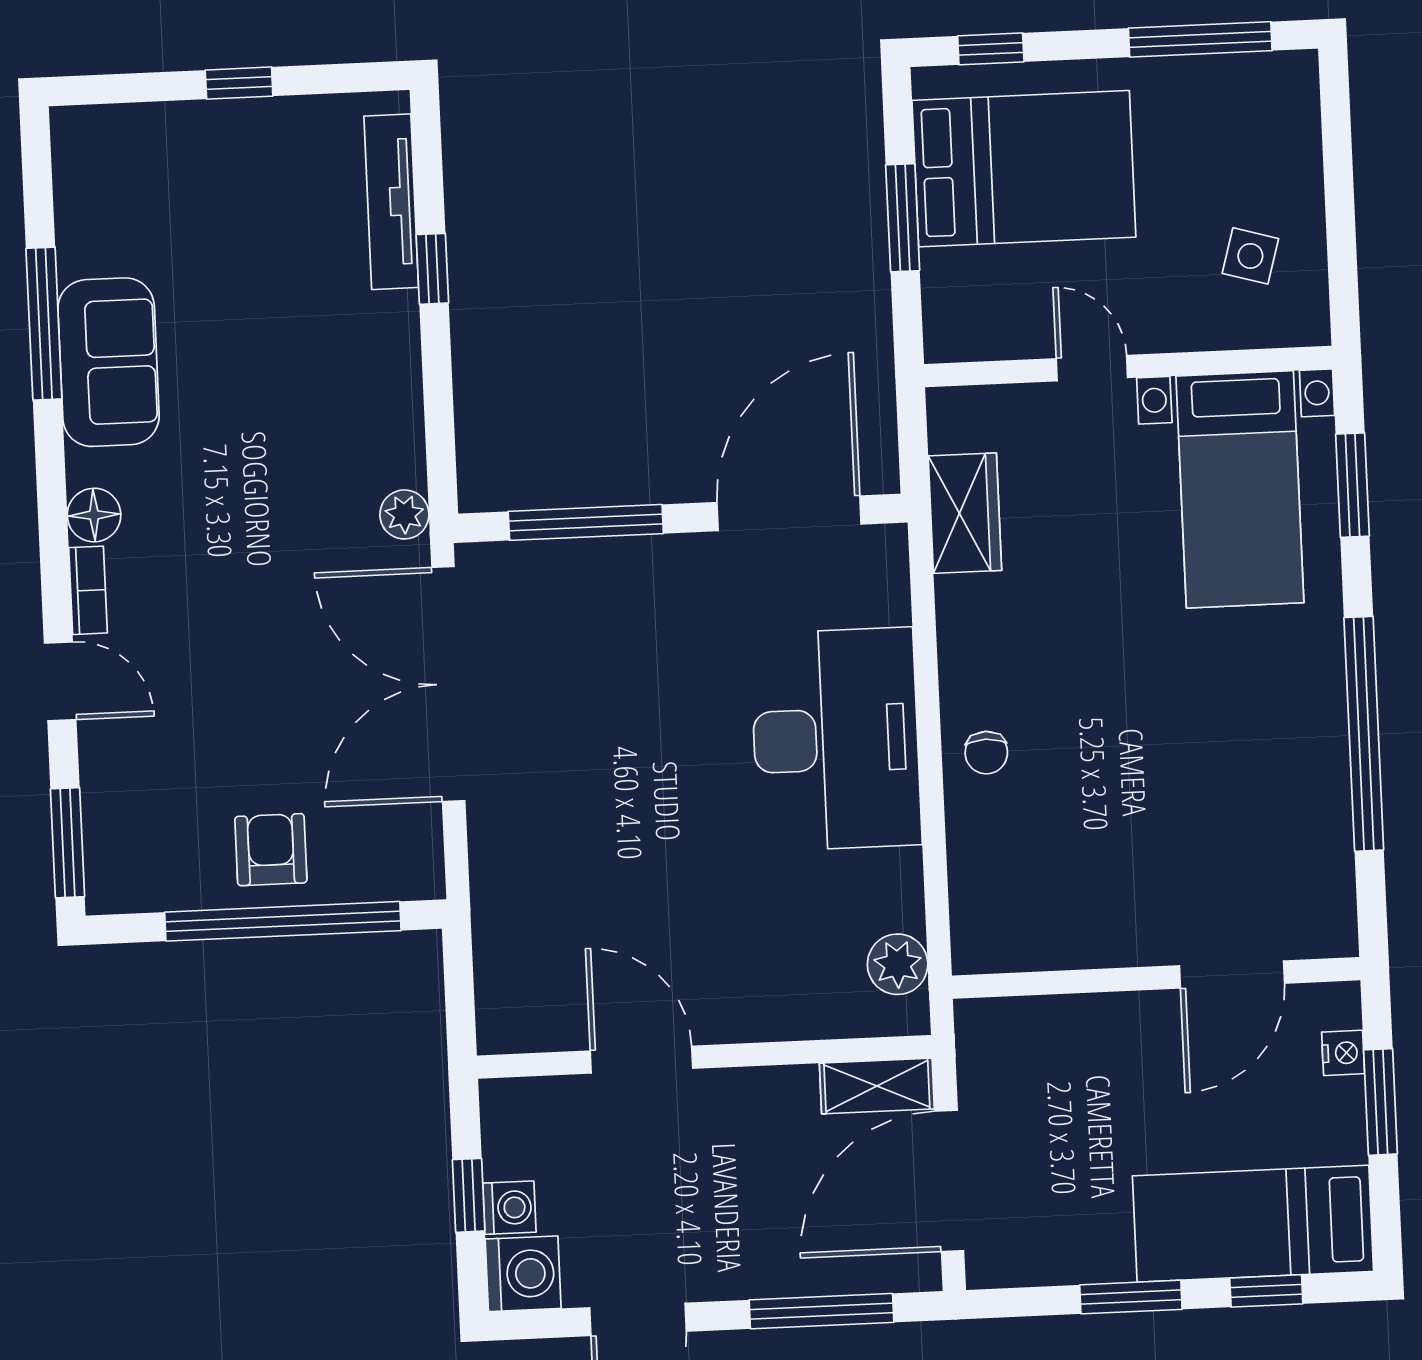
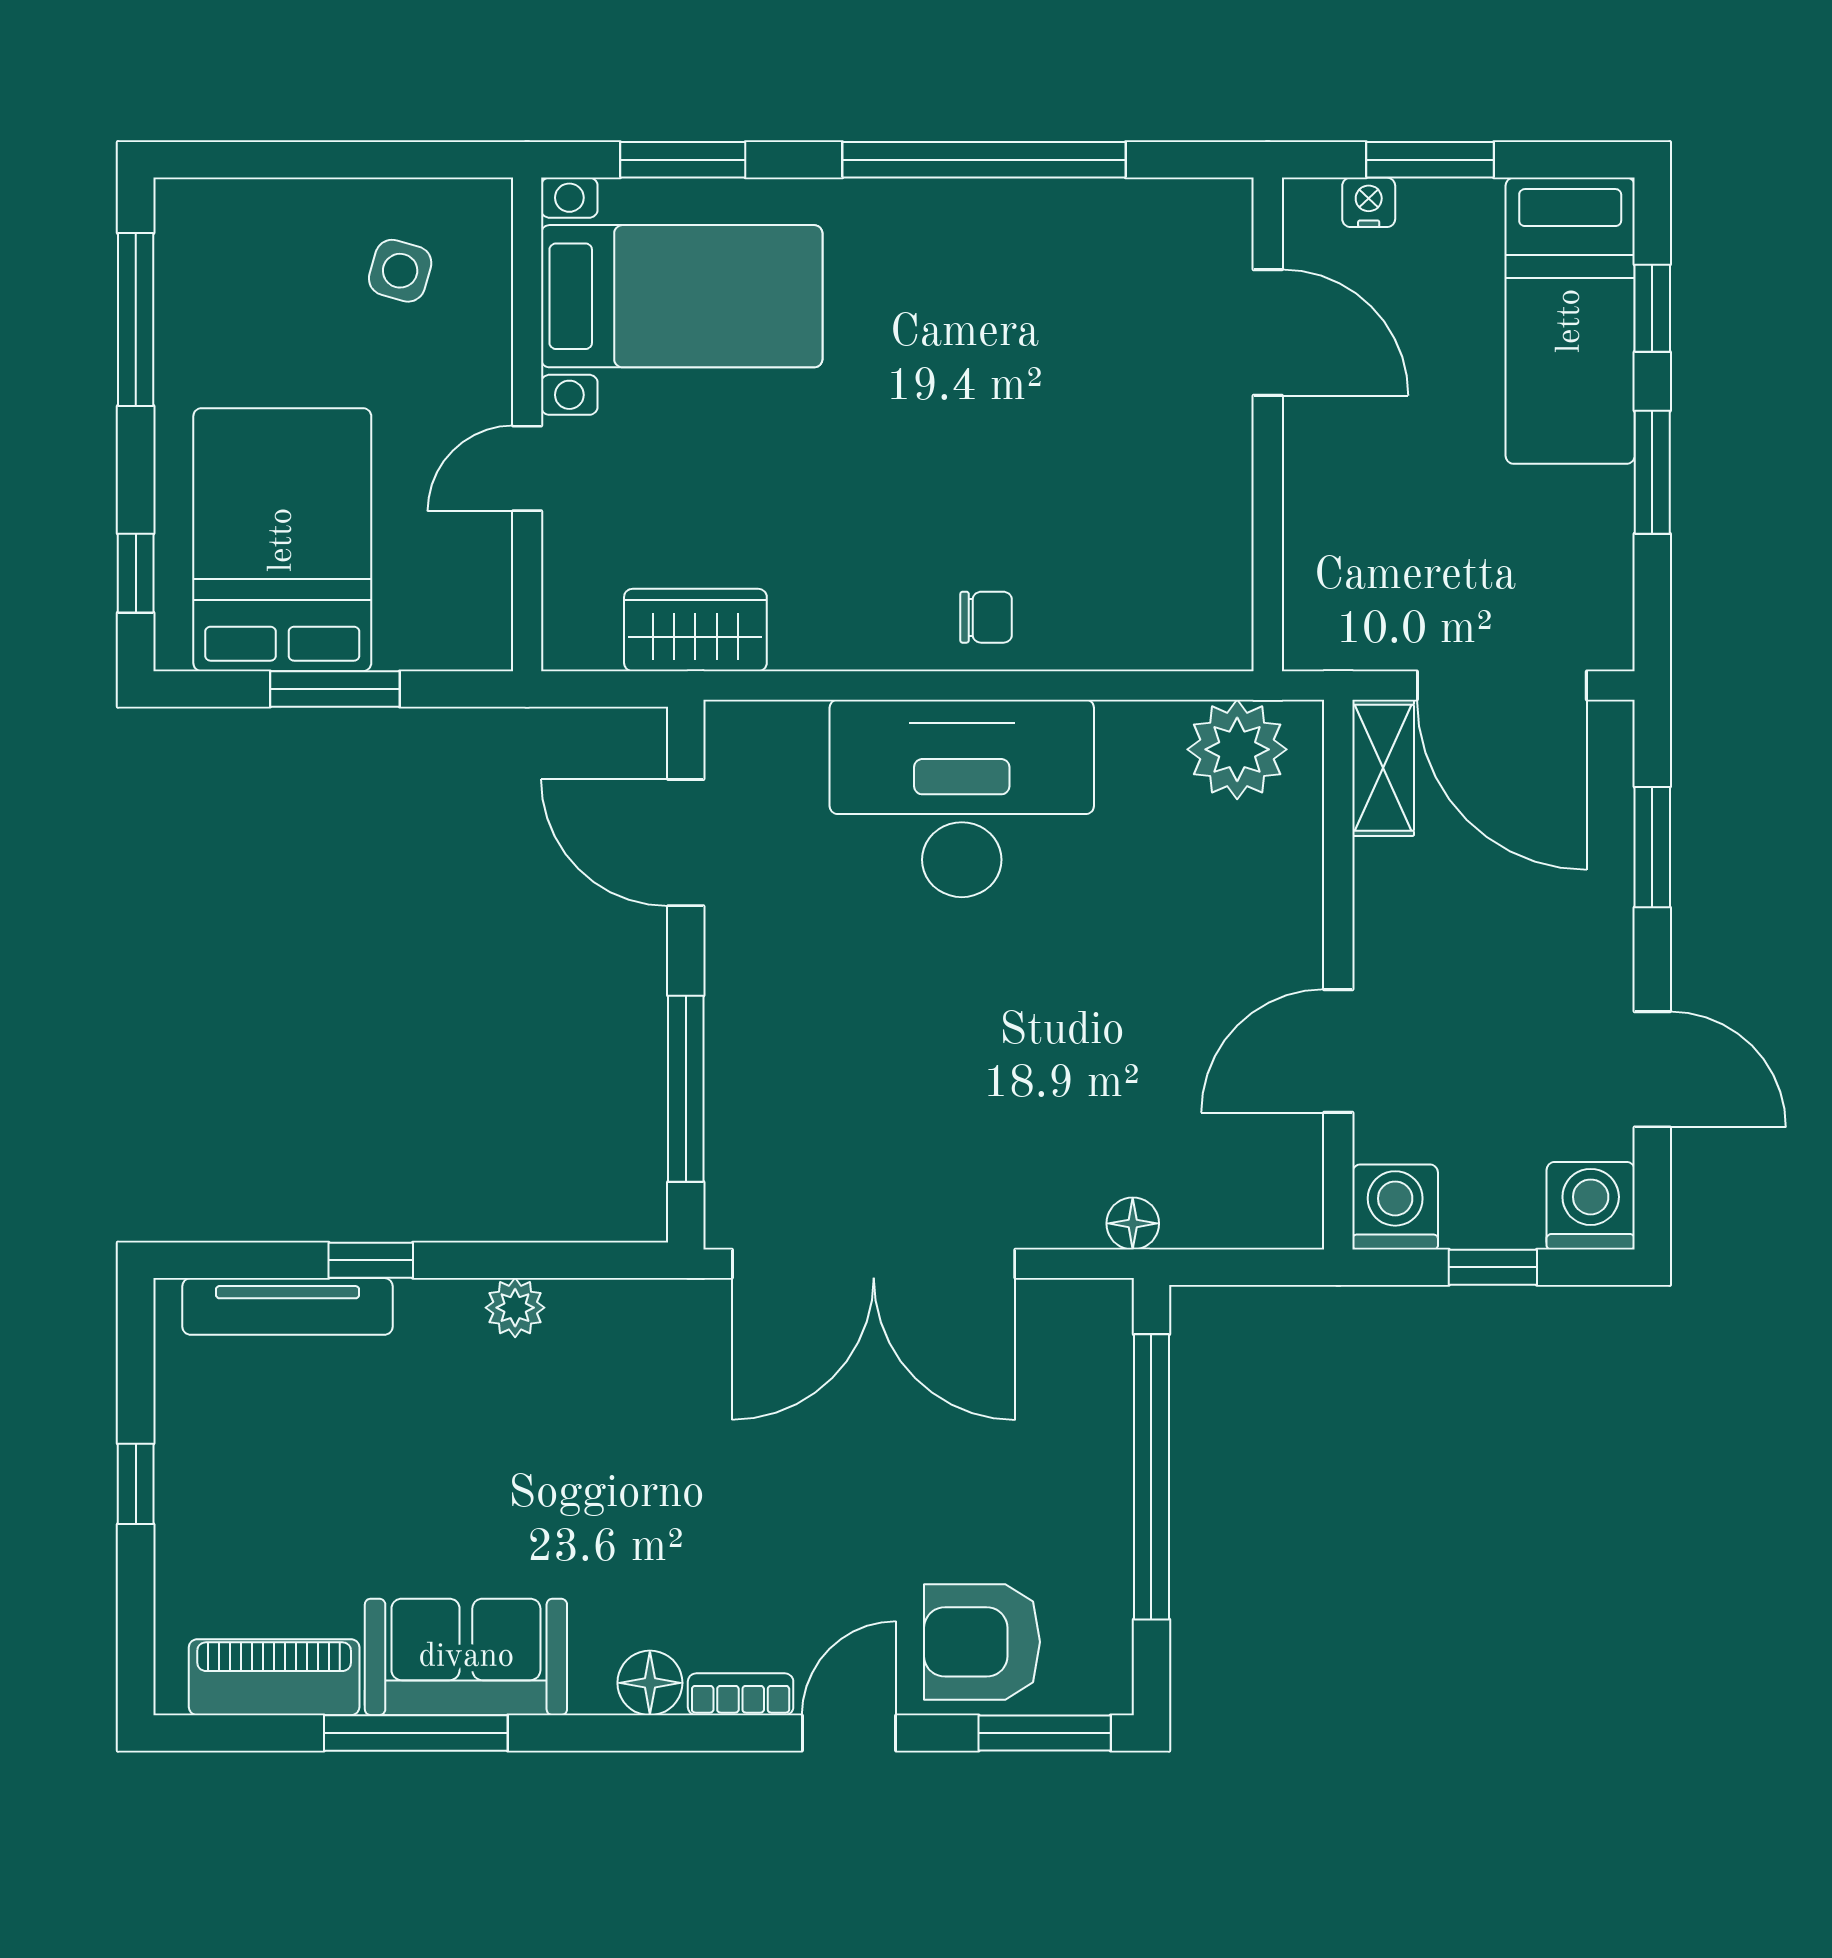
piano: (85, 205) -> (274, 1677), added
door: (789, 513) -> (686, 843), width x0.73
plant: (404, 514) -> (515, 1308), moved
armchair: (271, 850) -> (982, 1642), moved, width x1.38, depth x1.38
floor lamp: (491, 896) -> (1133, 1223), added
plant: (898, 964) -> (1237, 749), width x1.36, depth x1.36
washing machine: (509, 1208) -> (1395, 1207), moved, width x1.38, depth x1.38
window: (821, 1311) -> (1652, 847), width x0.69

